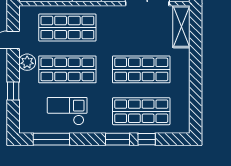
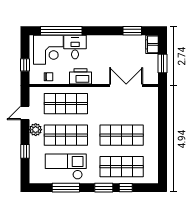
shelving: (181, 27) -> (152, 103), removed
checkout: (67, 111) -> (66, 167), width x1.36, depth x1.21
window: (51, 139) -> (66, 188), moved

